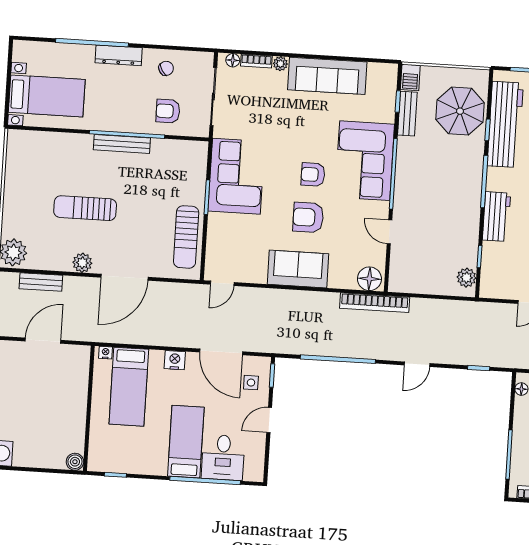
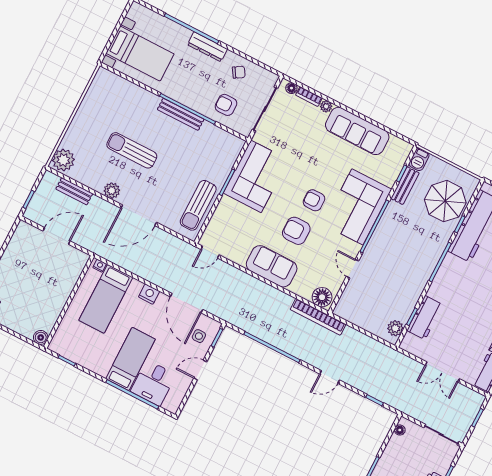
workbench: (497, 217) -> (425, 318), moved

